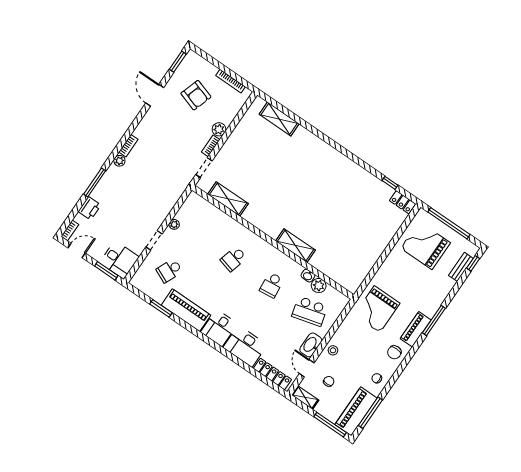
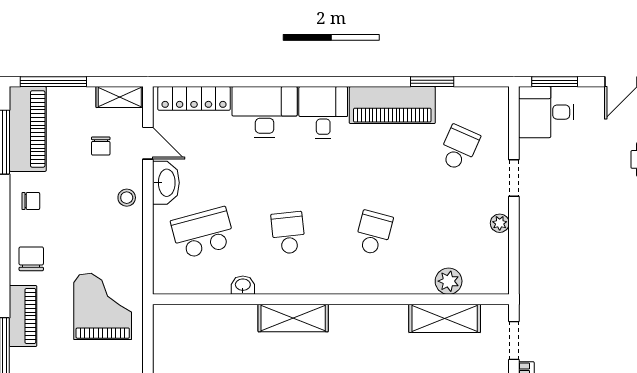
plant: (319, 286) -> (449, 281), moved

